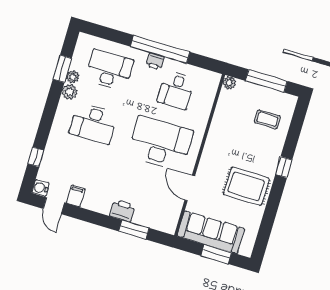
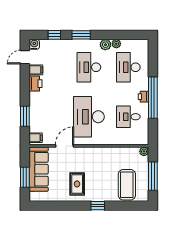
window: (62, 69) -> (81, 35), moved
desk: (109, 70) -> (128, 67), turned 180
coffee table: (267, 119) -> (127, 185), width x1.86, depth x1.72
desk: (160, 143) -> (89, 117), turned 180
rug: (246, 186) -> (77, 184), width x0.73, depth x0.70
printer: (122, 211) -> (35, 84), moved
filing cabinet: (167, 224) -> (36, 138), added

